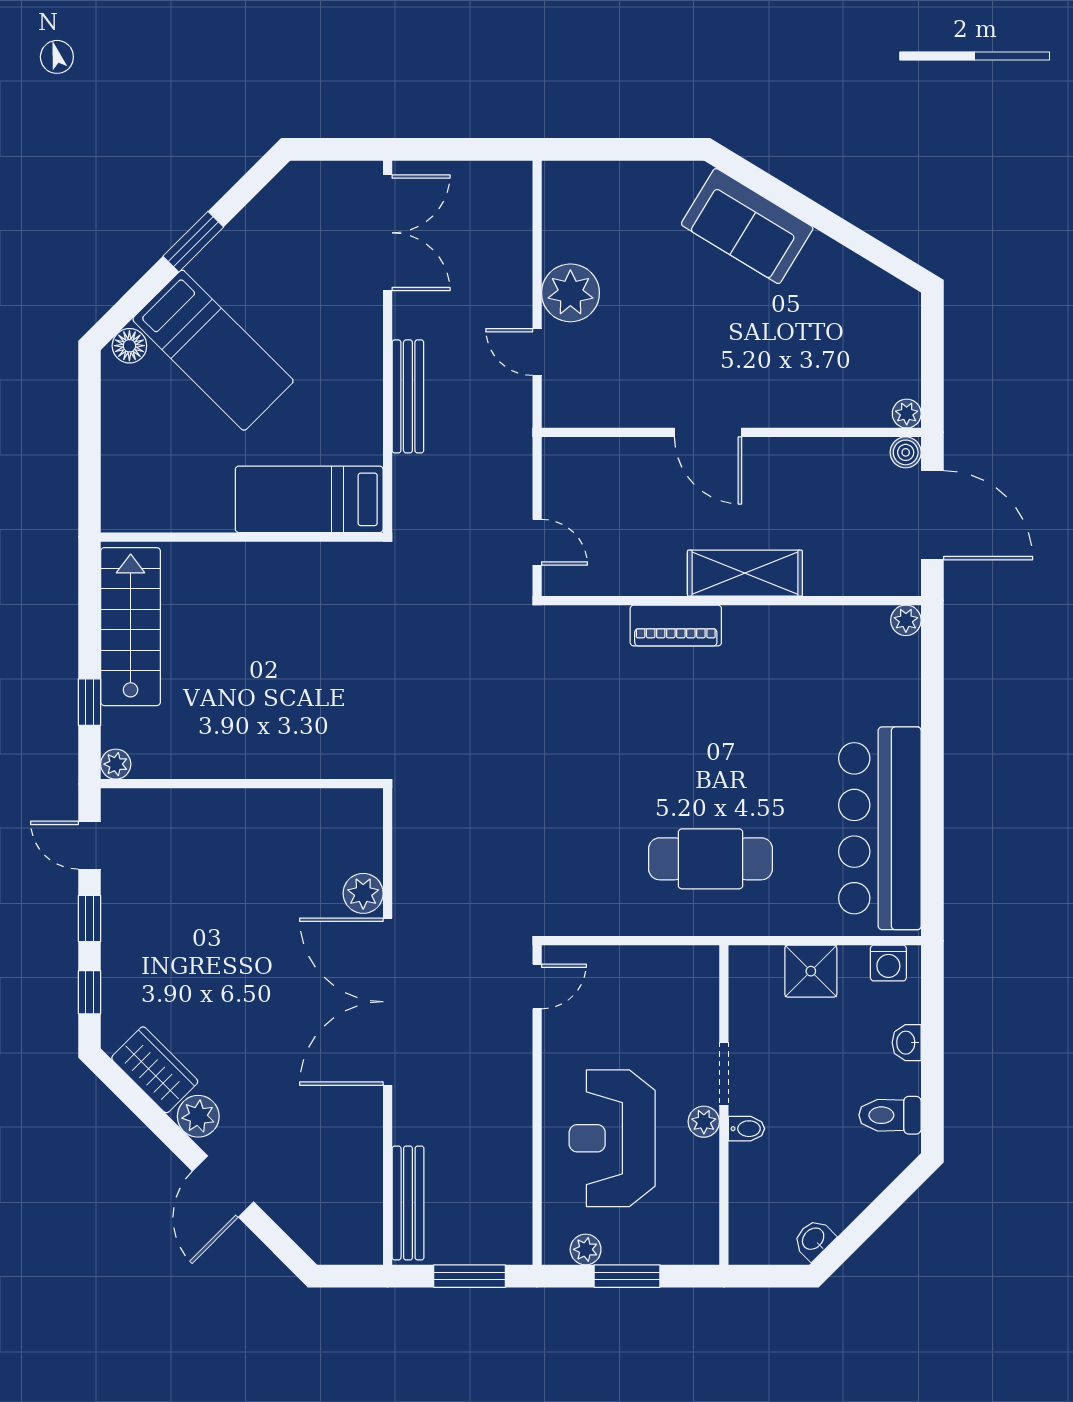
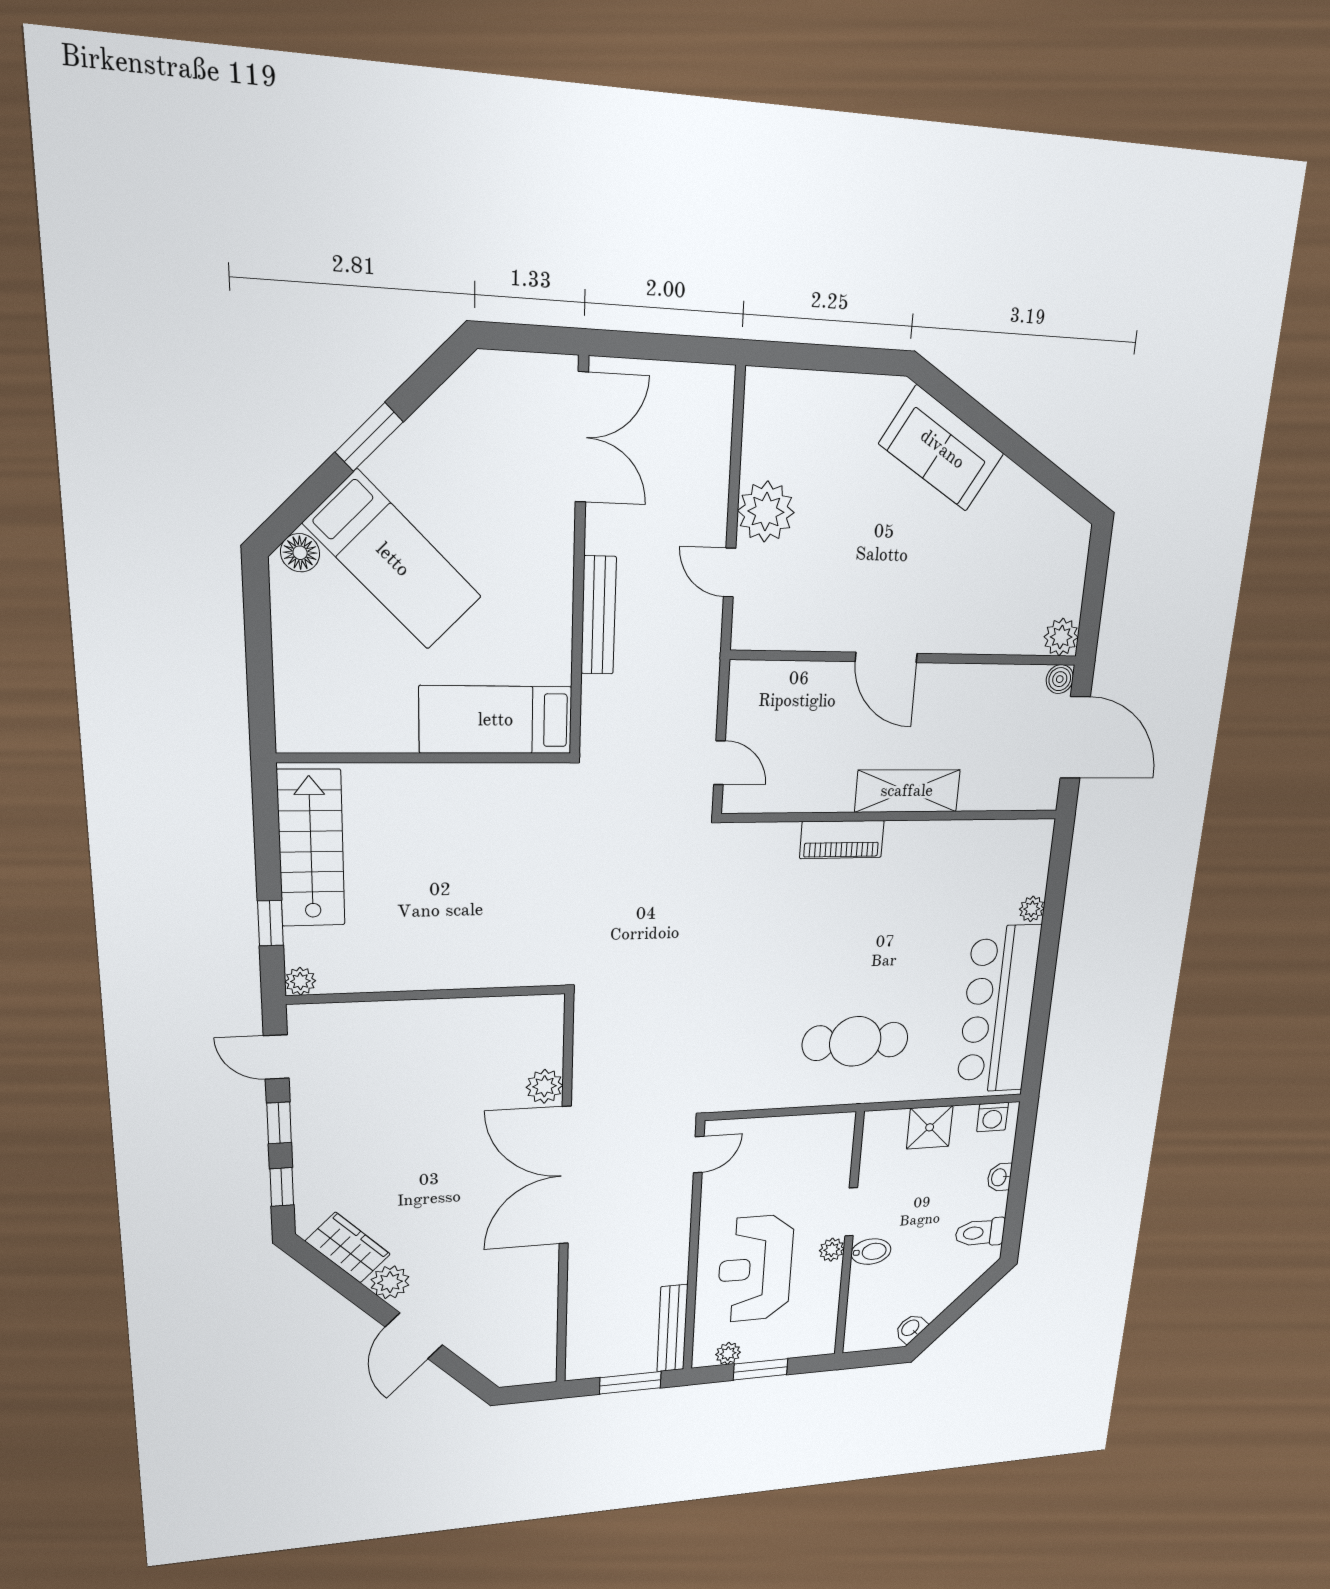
plant: (907, 414) -> (1061, 637), width x1.38, depth x1.38
plant: (906, 620) -> (1032, 909), moved
bidet: (746, 1129) -> (871, 1252), width x1.38, depth x1.36
bench: (408, 1203) -> (672, 1328), moved

